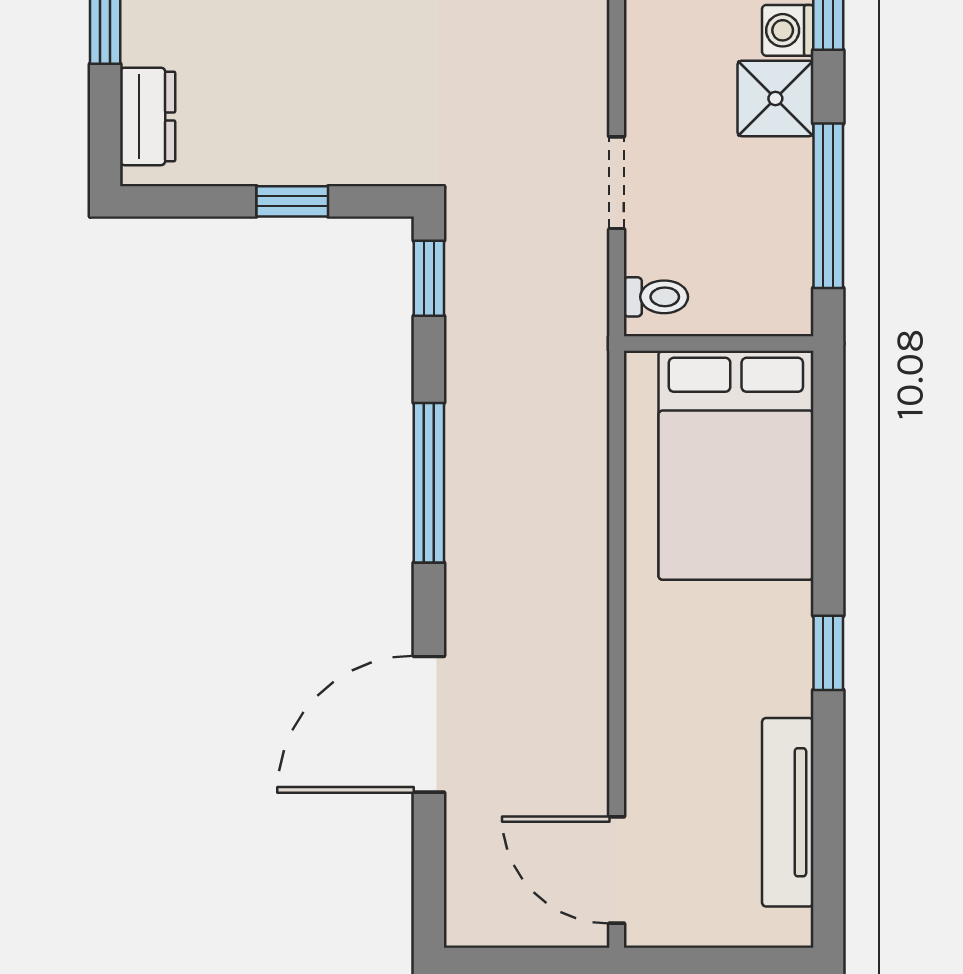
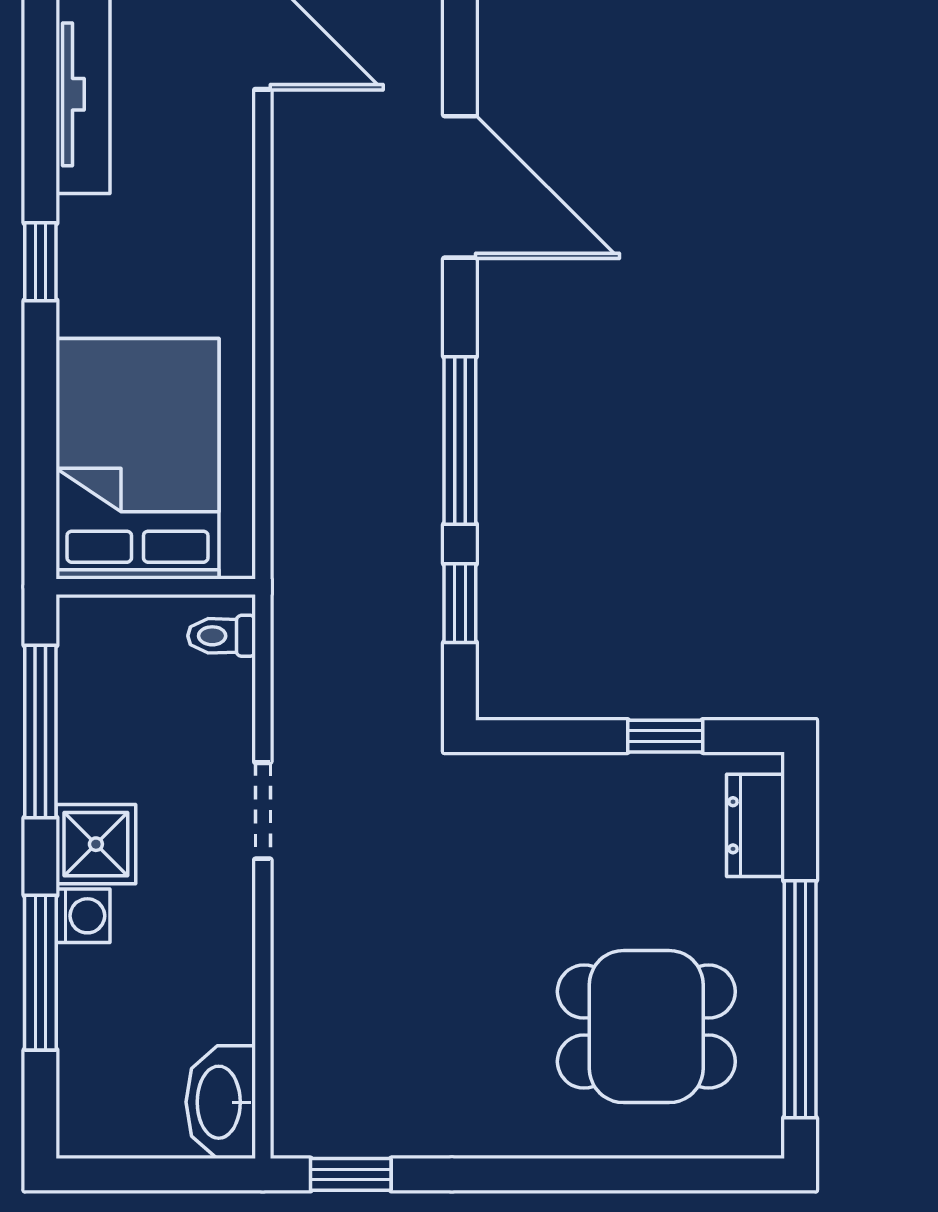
doorway: (617, 183) -> (263, 811), moved
window: (292, 201) -> (665, 736), moved
window: (429, 278) -> (460, 603), moved
door: (429, 724) -> (460, 187), hinge flipped

